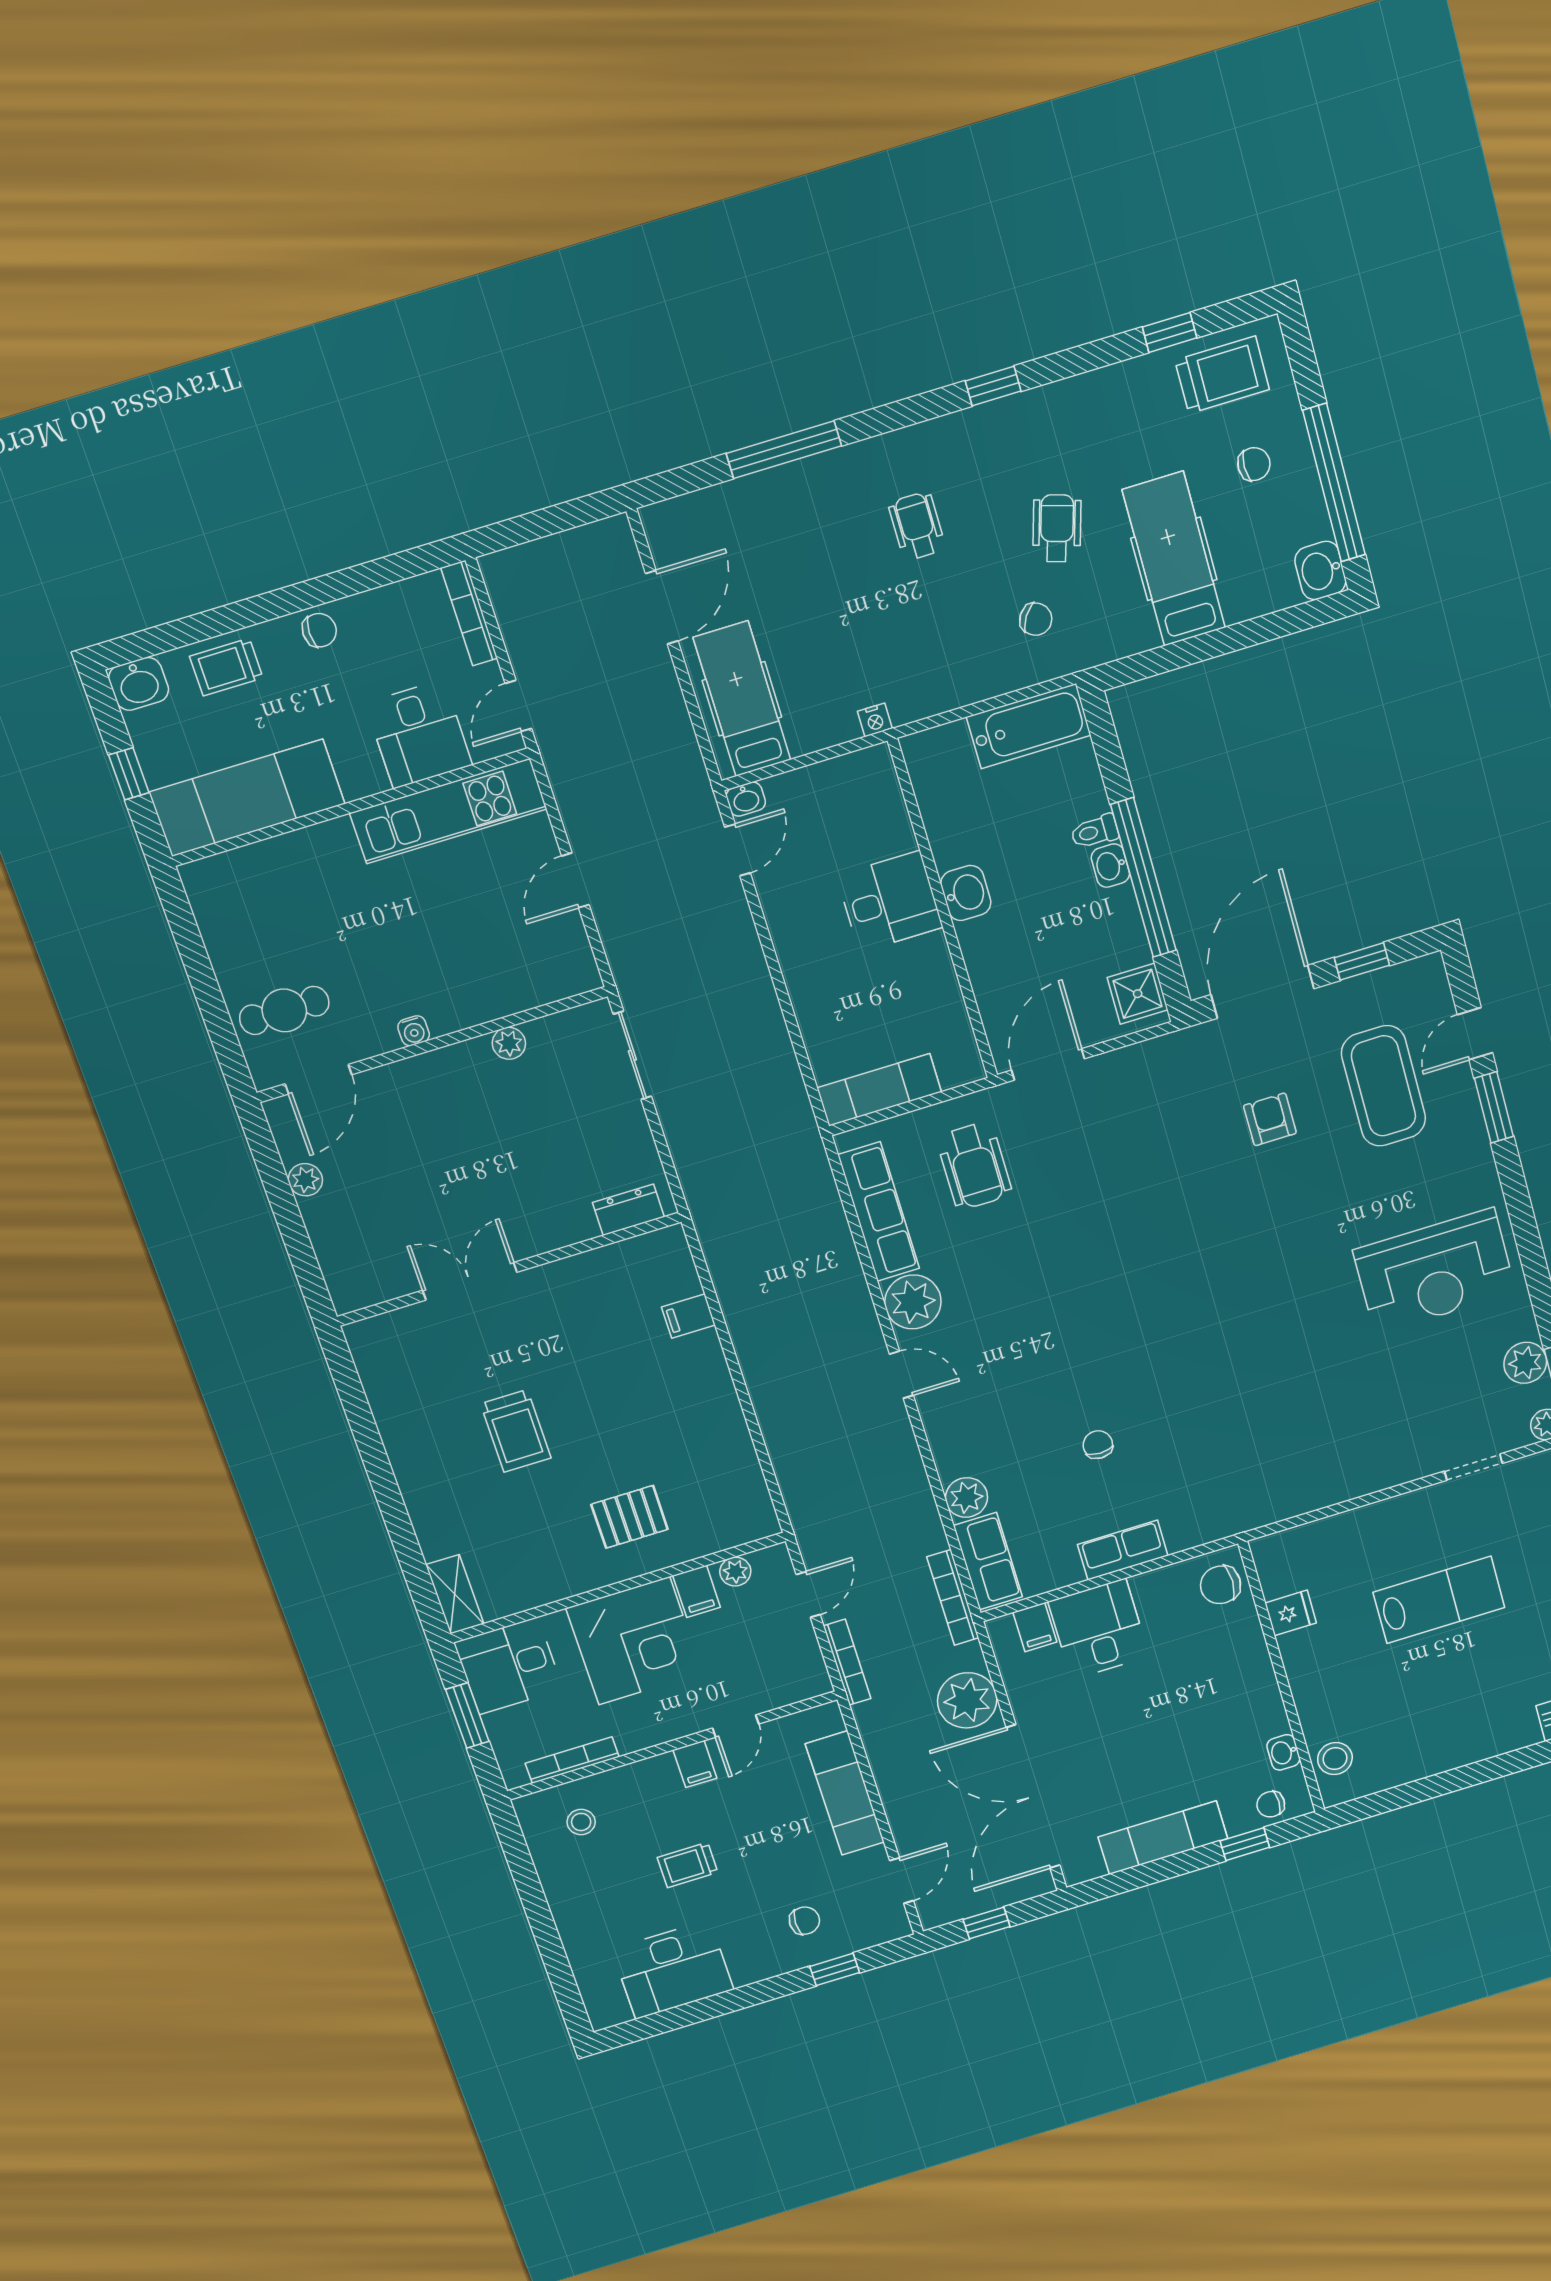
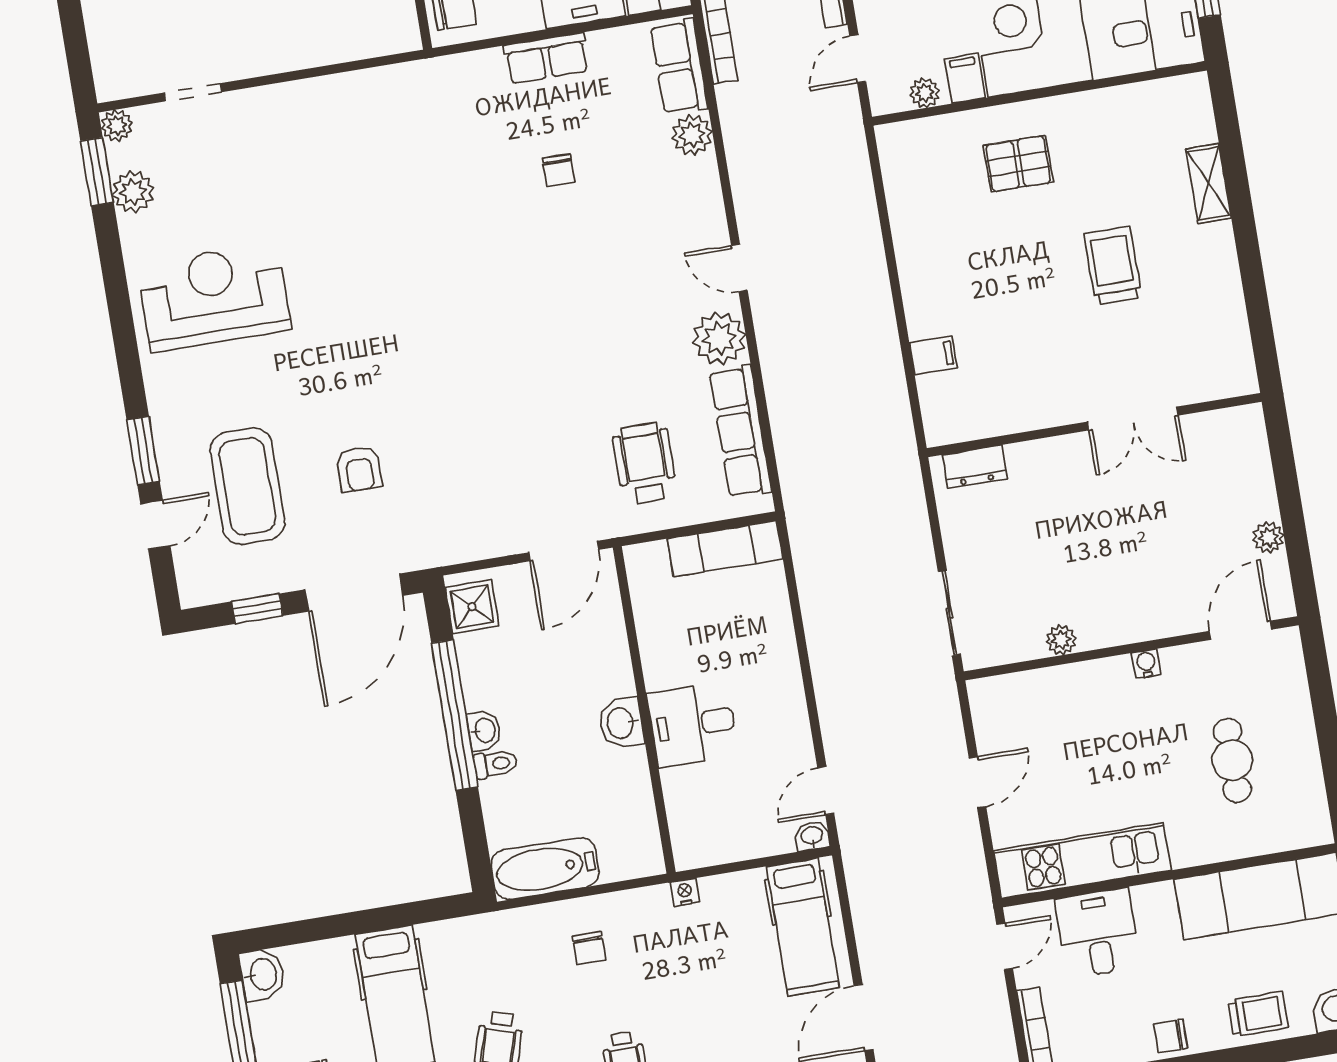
chair: (1036, 619) -> (589, 948), moved, turned -123
cafe table: (284, 1010) -> (1232, 760), moved, turned 90
shelving: (455, 1594) -> (1208, 183), moved

